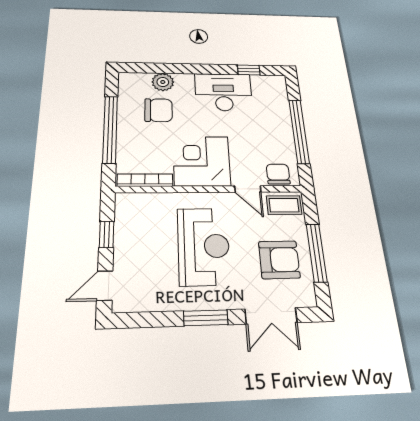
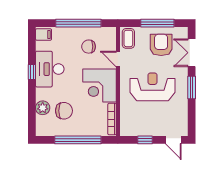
window: (249, 70) -> (32, 72), moved
filing cabinet: (275, 85) -> (43, 35), added
chair: (159, 110) -> (64, 111), turned 90
chair: (278, 174) -> (89, 47), moved
door: (248, 189) -> (118, 59), swing flipped
double door: (271, 316) -> (192, 53), swing flipped

